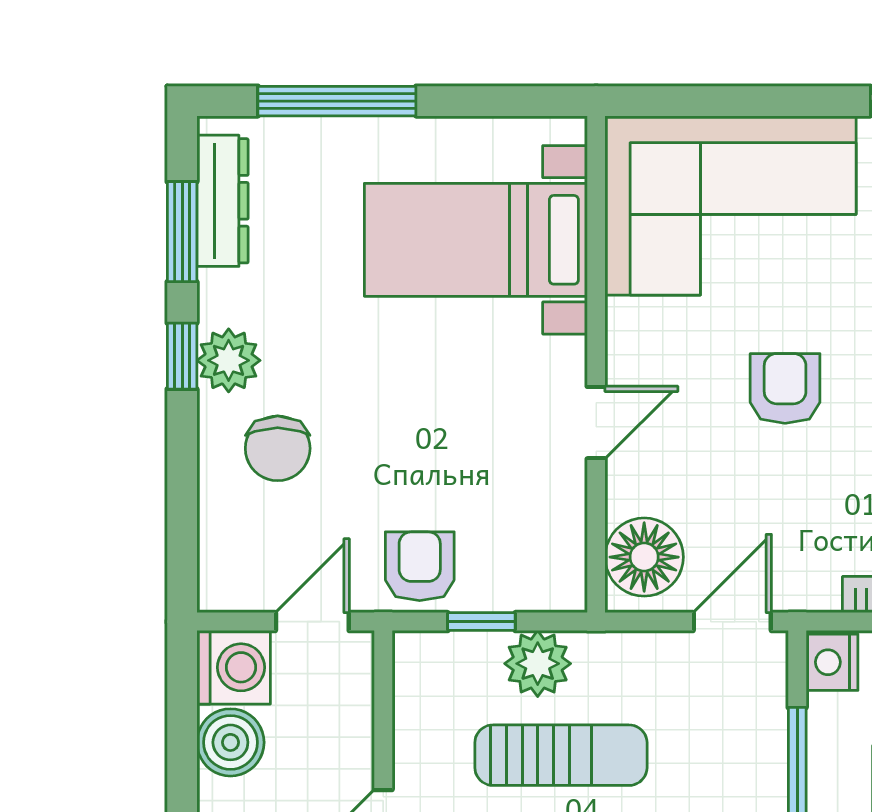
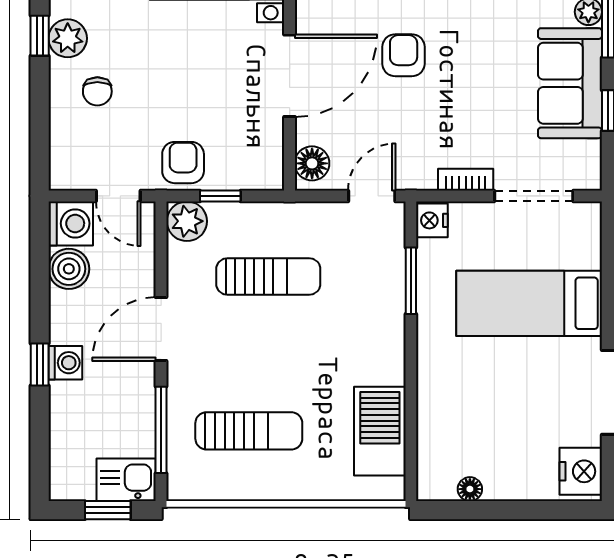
door: (596, 423) -> (290, 76), width x1.87
chair: (278, 448) -> (97, 91), width x0.73, depth x0.73
floor lamp: (644, 557) -> (312, 163), width x0.73, depth x0.73
door: (312, 622) -> (118, 196), swing flipped
plant: (538, 664) -> (187, 221), moved

